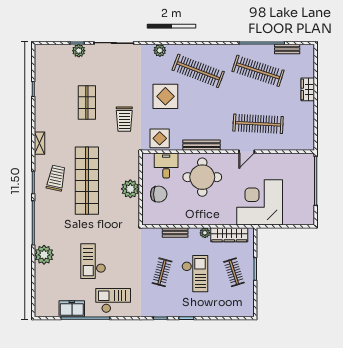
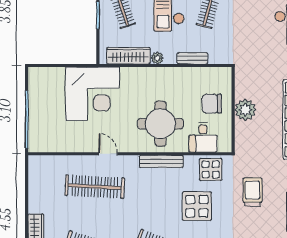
display table: (165, 96) -> (197, 206), moved
door: (247, 152) -> (108, 154), hinge flipped

